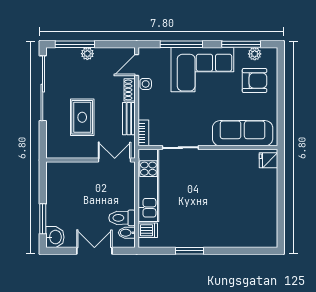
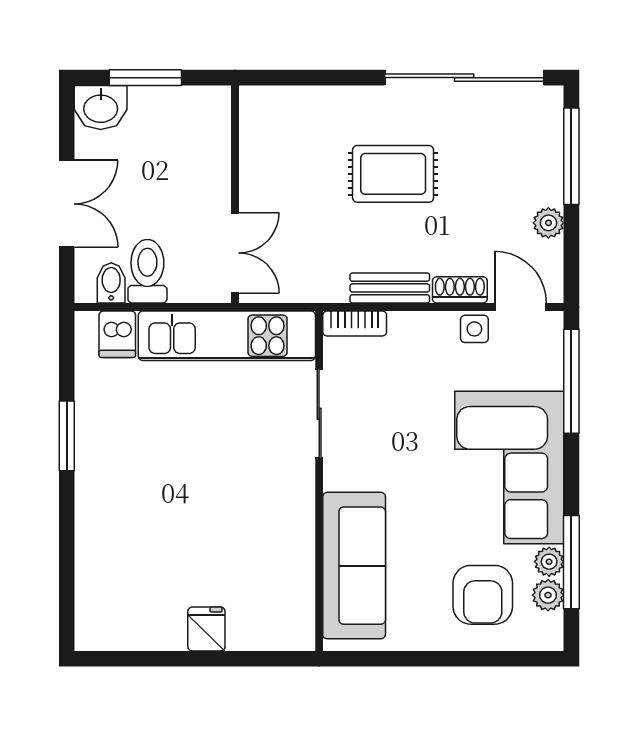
window: (181, 44) -> (571, 381), moved
plant: (241, 53) -> (549, 562), added
plant: (87, 54) -> (548, 223), moved
wall: (90, 160) -> (235, 194), moved
double door: (115, 160) -> (235, 253), moved
fridge: (269, 160) -> (206, 629), moved

